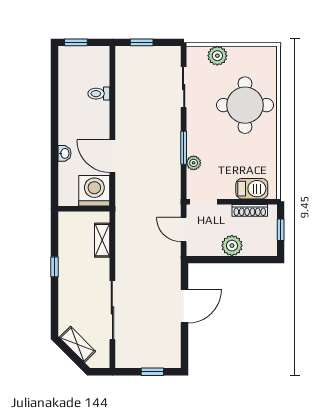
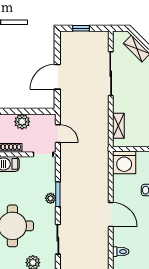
toilet: (99, 94) -> (121, 252), moved
door: (112, 156) -> (111, 215), moved
plant: (194, 163) -> (51, 198), moved

